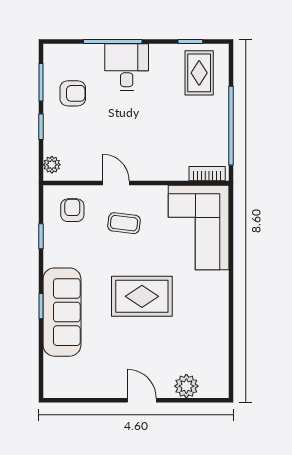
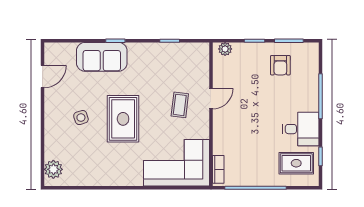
desk: (127, 67) -> (301, 129), moved
armchair: (72, 210) -> (190, 65), removed
sofa: (62, 312) -> (102, 57), width x0.73
side table: (140, 351) -> (81, 118), added
plant: (186, 386) -> (53, 169), moved
door: (142, 400) -> (43, 76), moved

